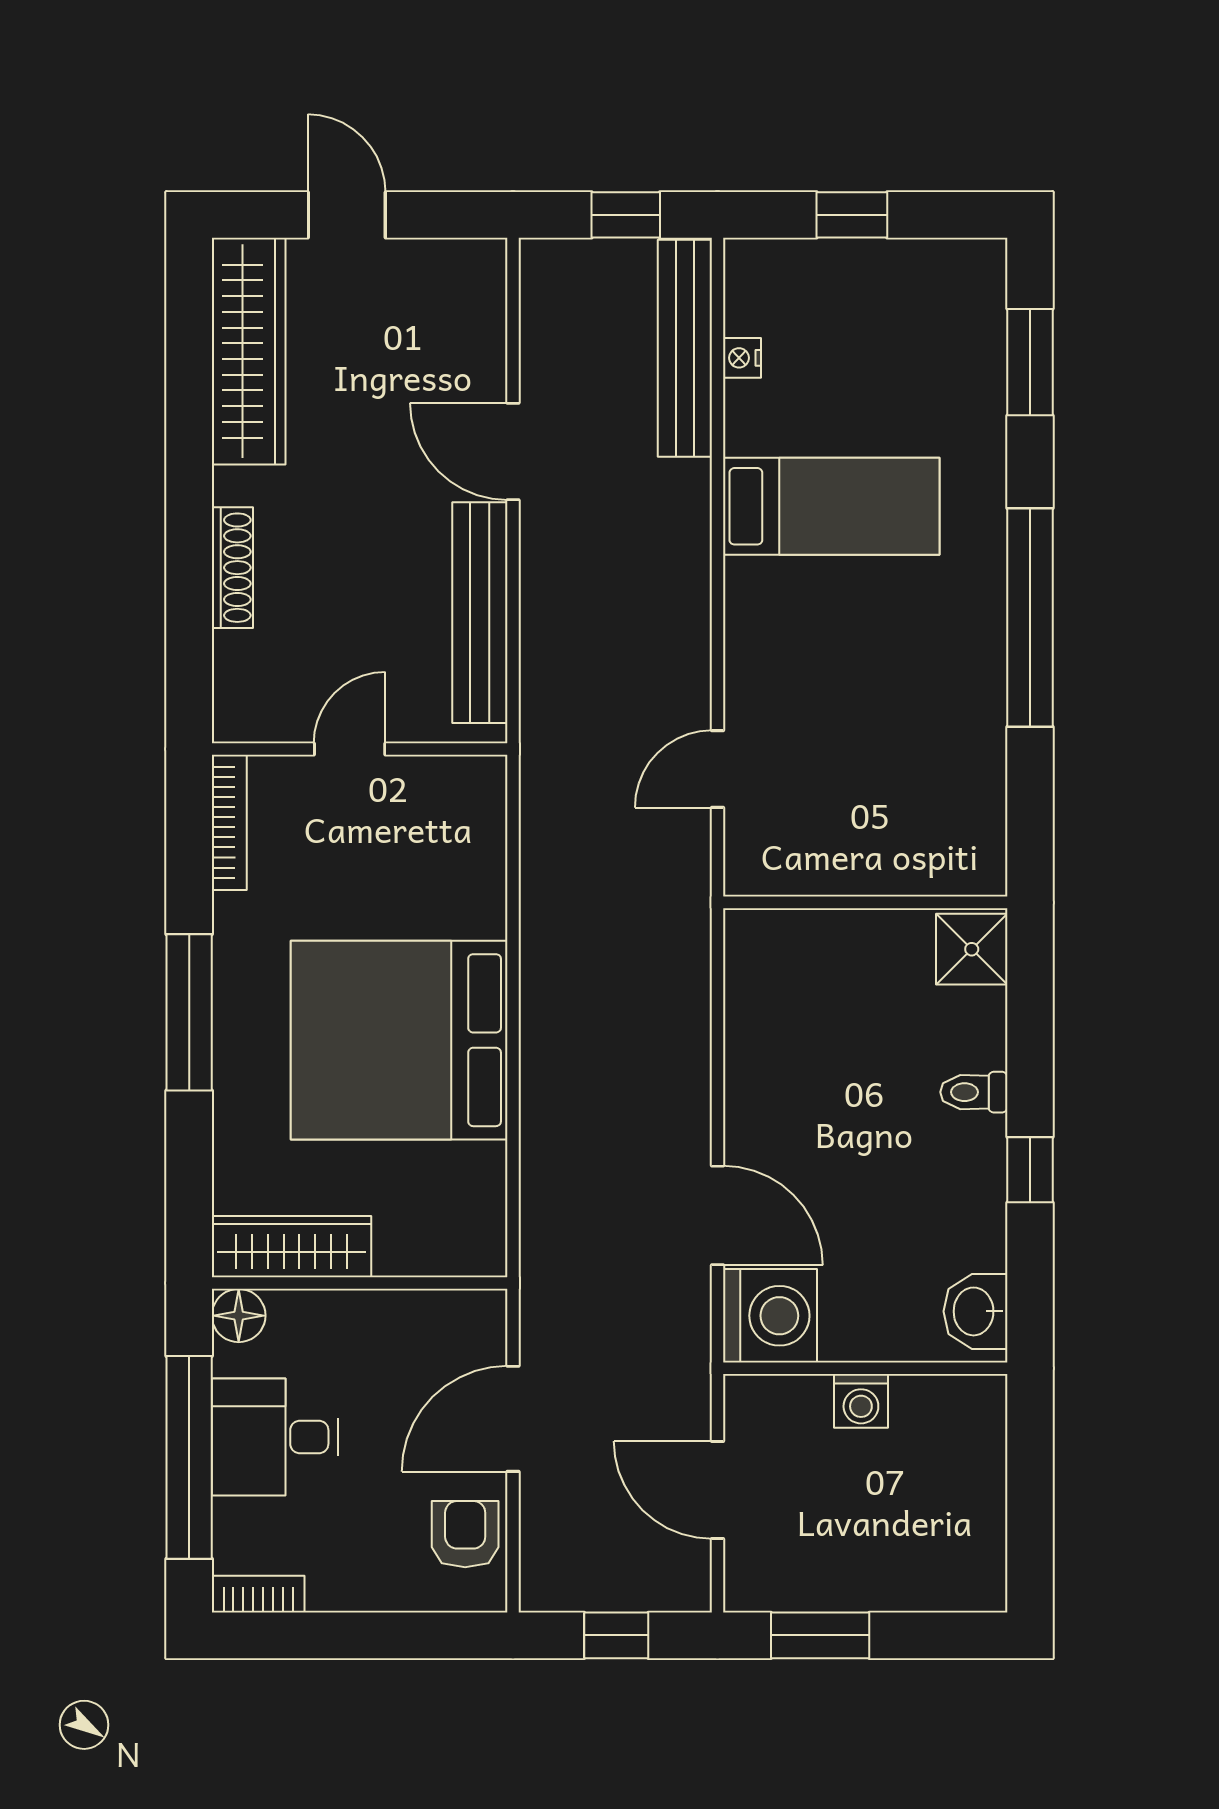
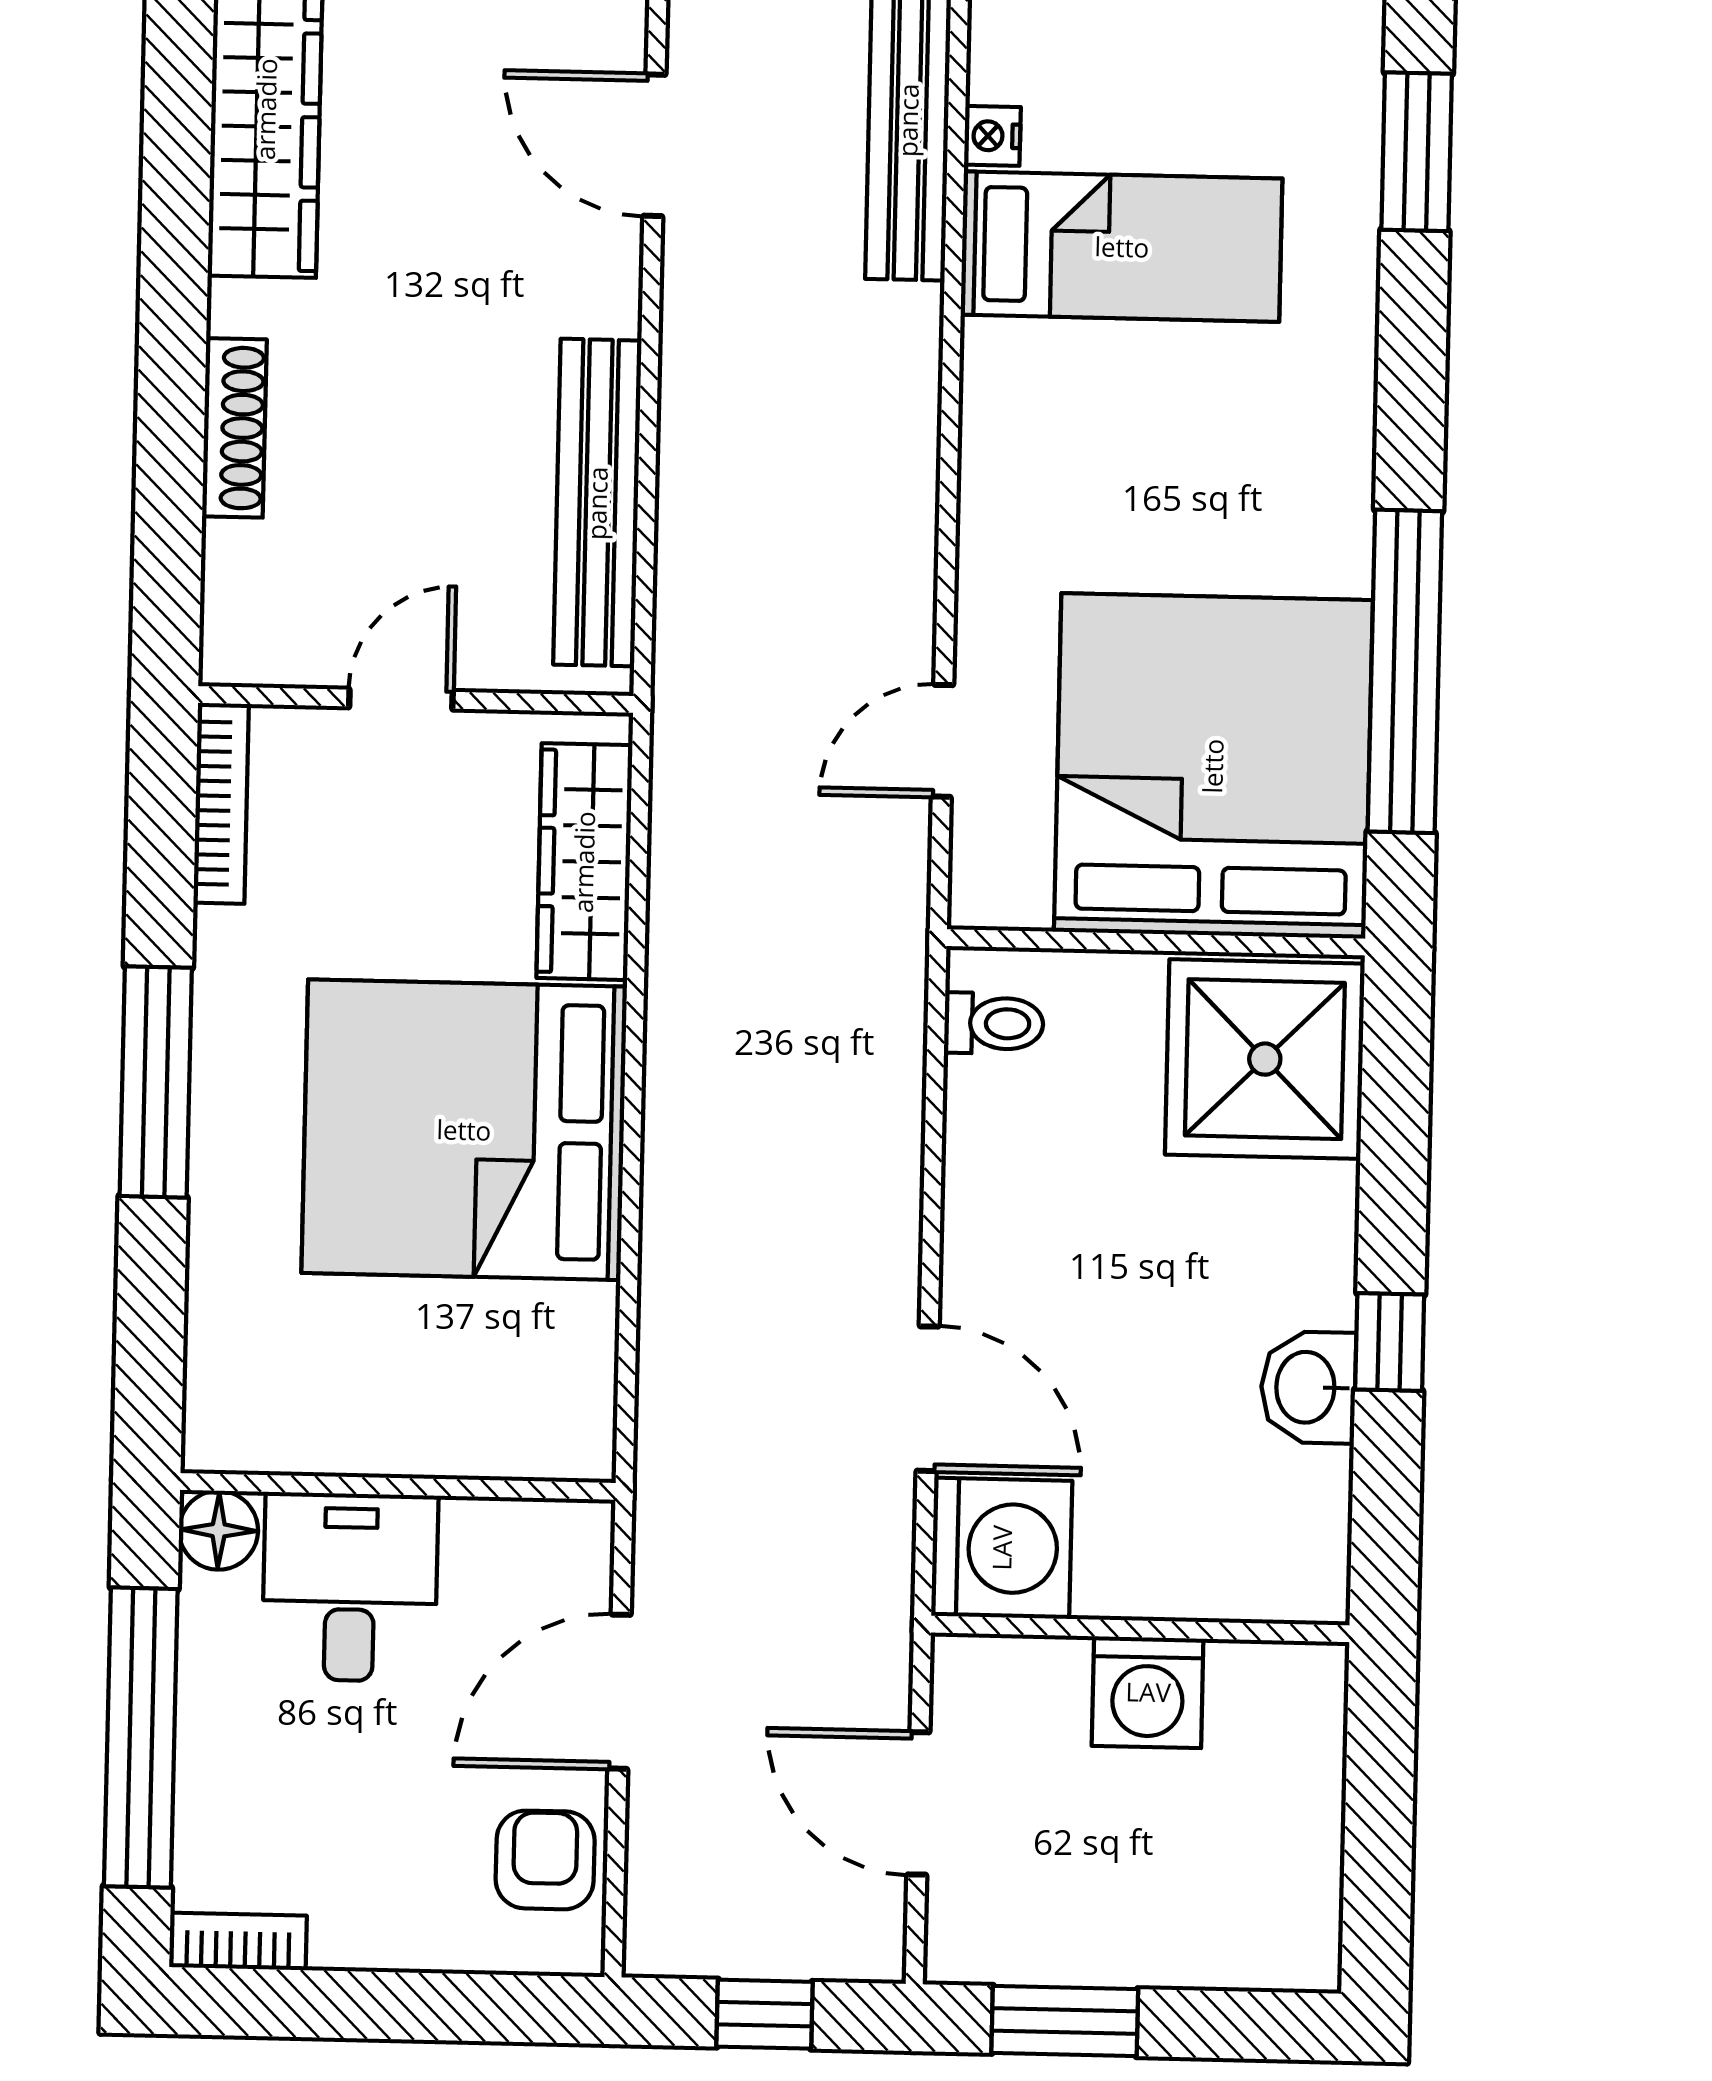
door: (513, 451) -> (654, 145), moved
bed: (831, 506) -> (1122, 247), moved
window: (1030, 617) -> (1405, 671), moved
bed: (902, 782) -> (1213, 766), added
shower: (972, 949) -> (1265, 1059), width x1.86, depth x1.86
toilet: (974, 1092) -> (994, 1023), moved, turned 180
wardrobe: (291, 1247) -> (584, 862), moved, turned -90
washbasin: (975, 1311) -> (1308, 1387), moved
washing machine: (861, 1401) -> (1148, 1692), width x1.38, depth x1.38
desk: (275, 1437) -> (350, 1587), moved, turned 90

